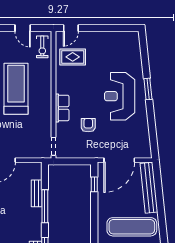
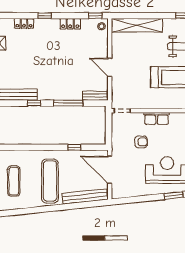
window: (94, 184) -> (74, 147), moved
bench: (37, 193) -> (95, 96), moved

